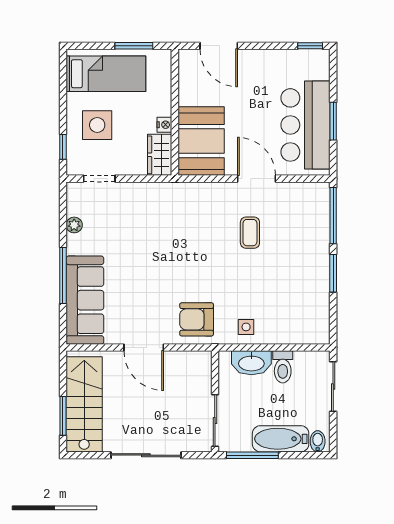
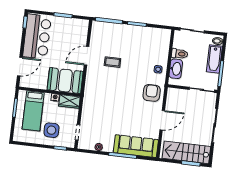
bed: (106, 74) -> (33, 111), moved, turned 180
bar counter: (306, 125) -> (37, 36), moved, turned -90
armchair: (197, 319) -> (152, 93), turned 180

